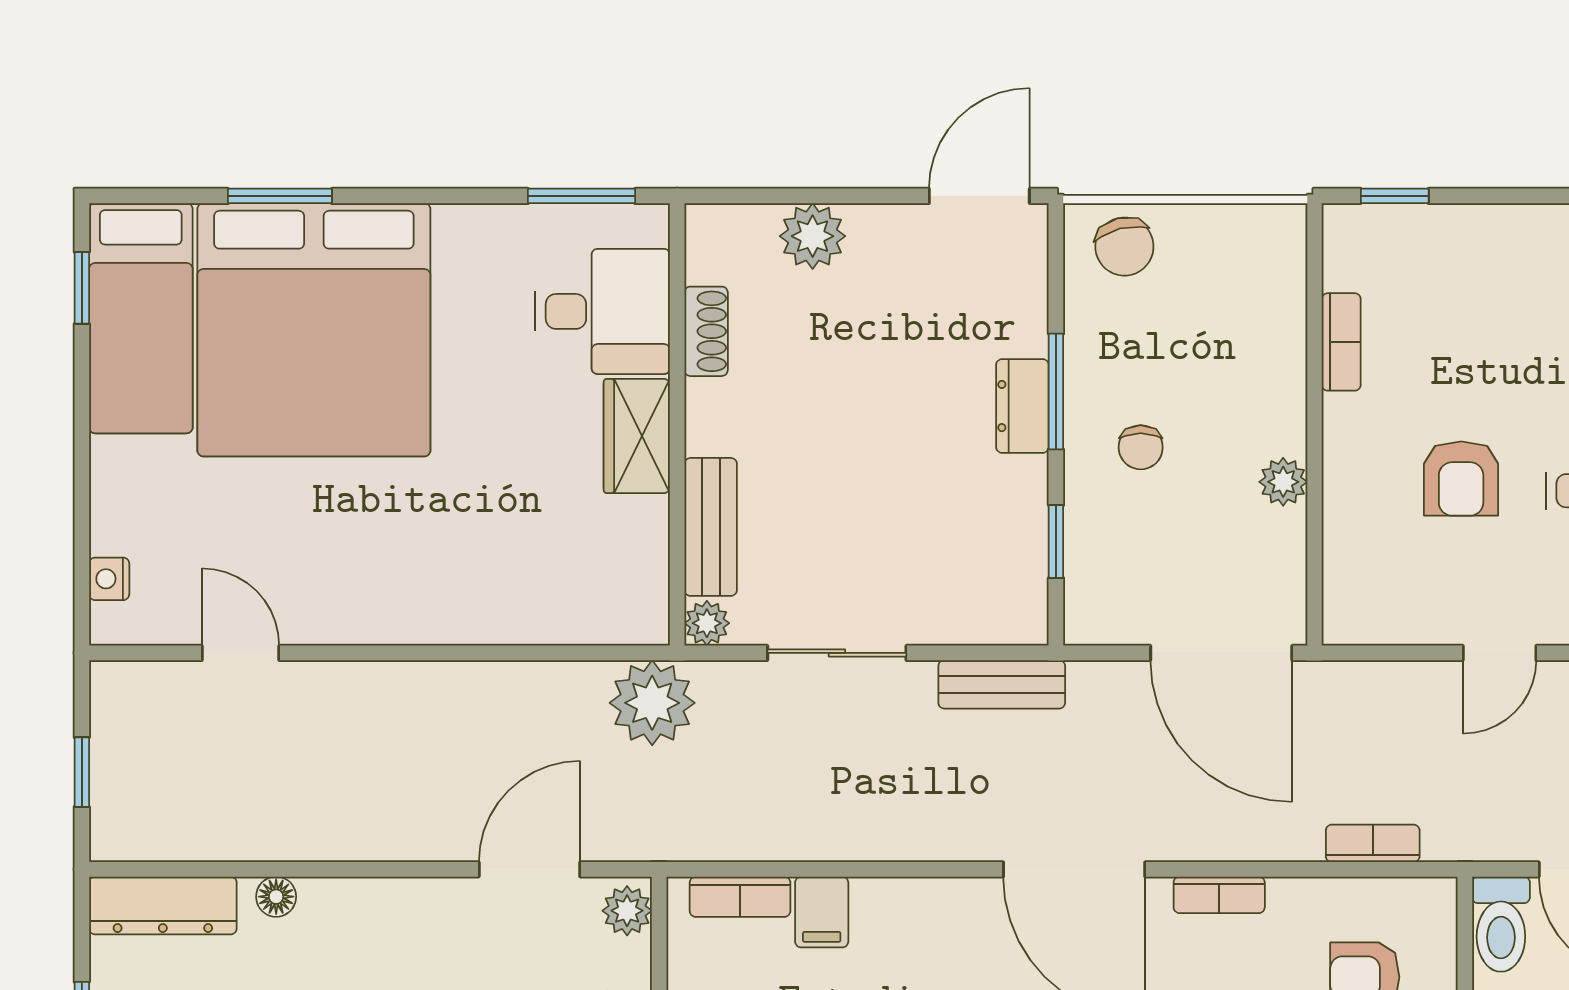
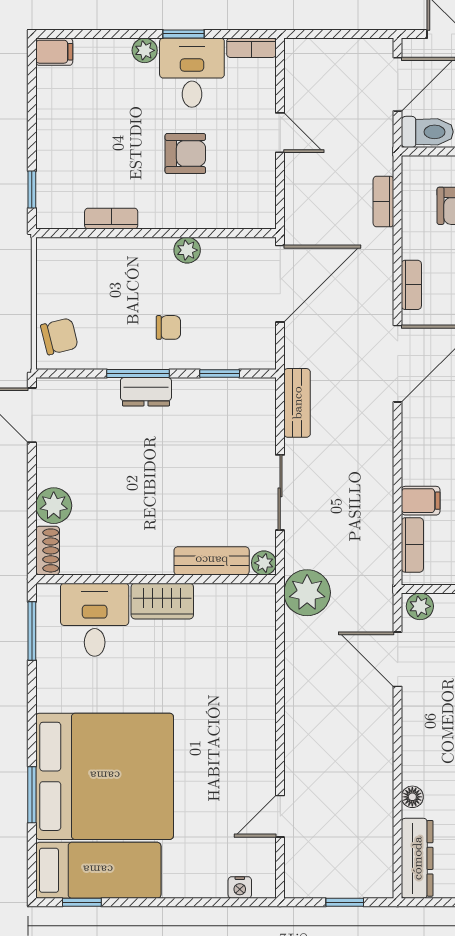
shoe rack: (706, 331) -> (48, 550), moved, turned 90

